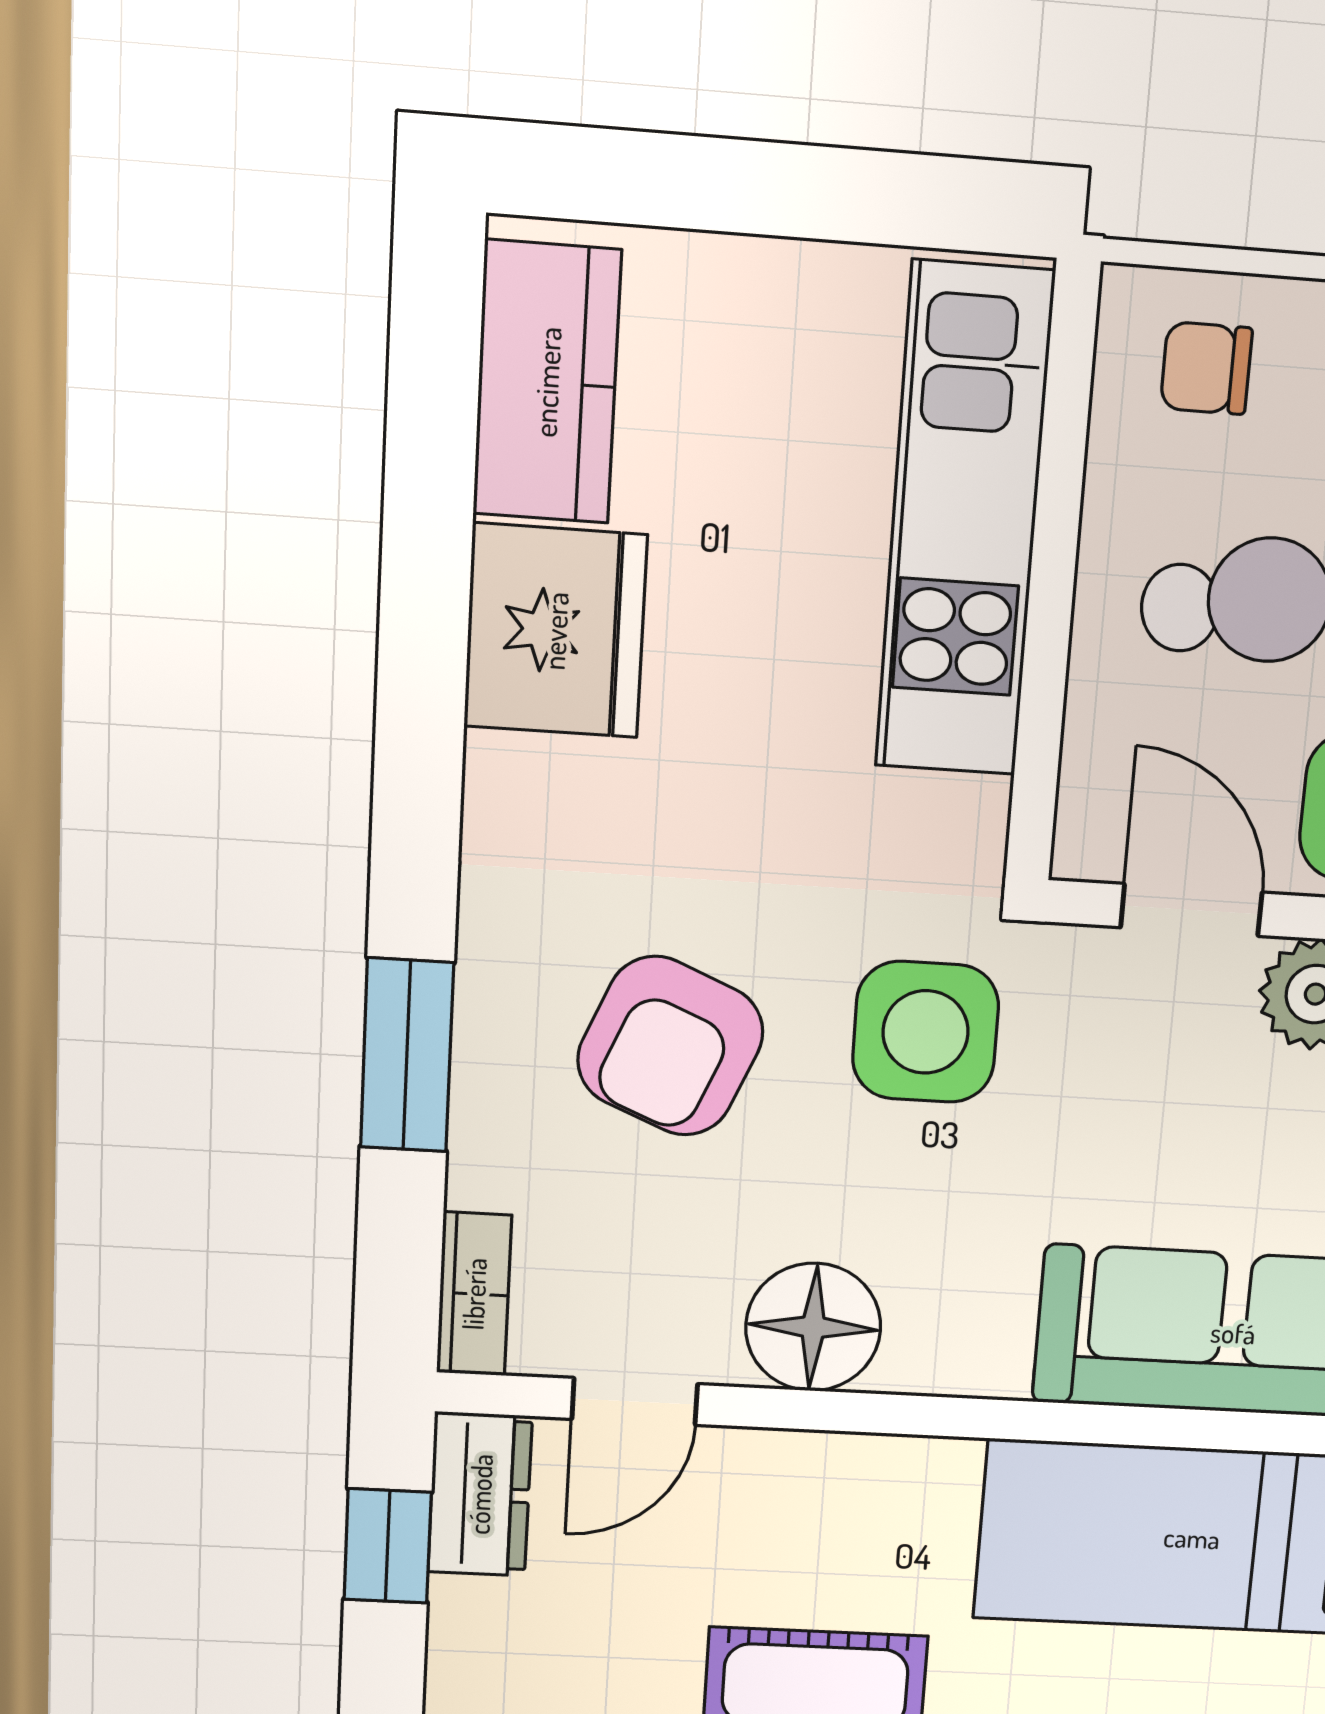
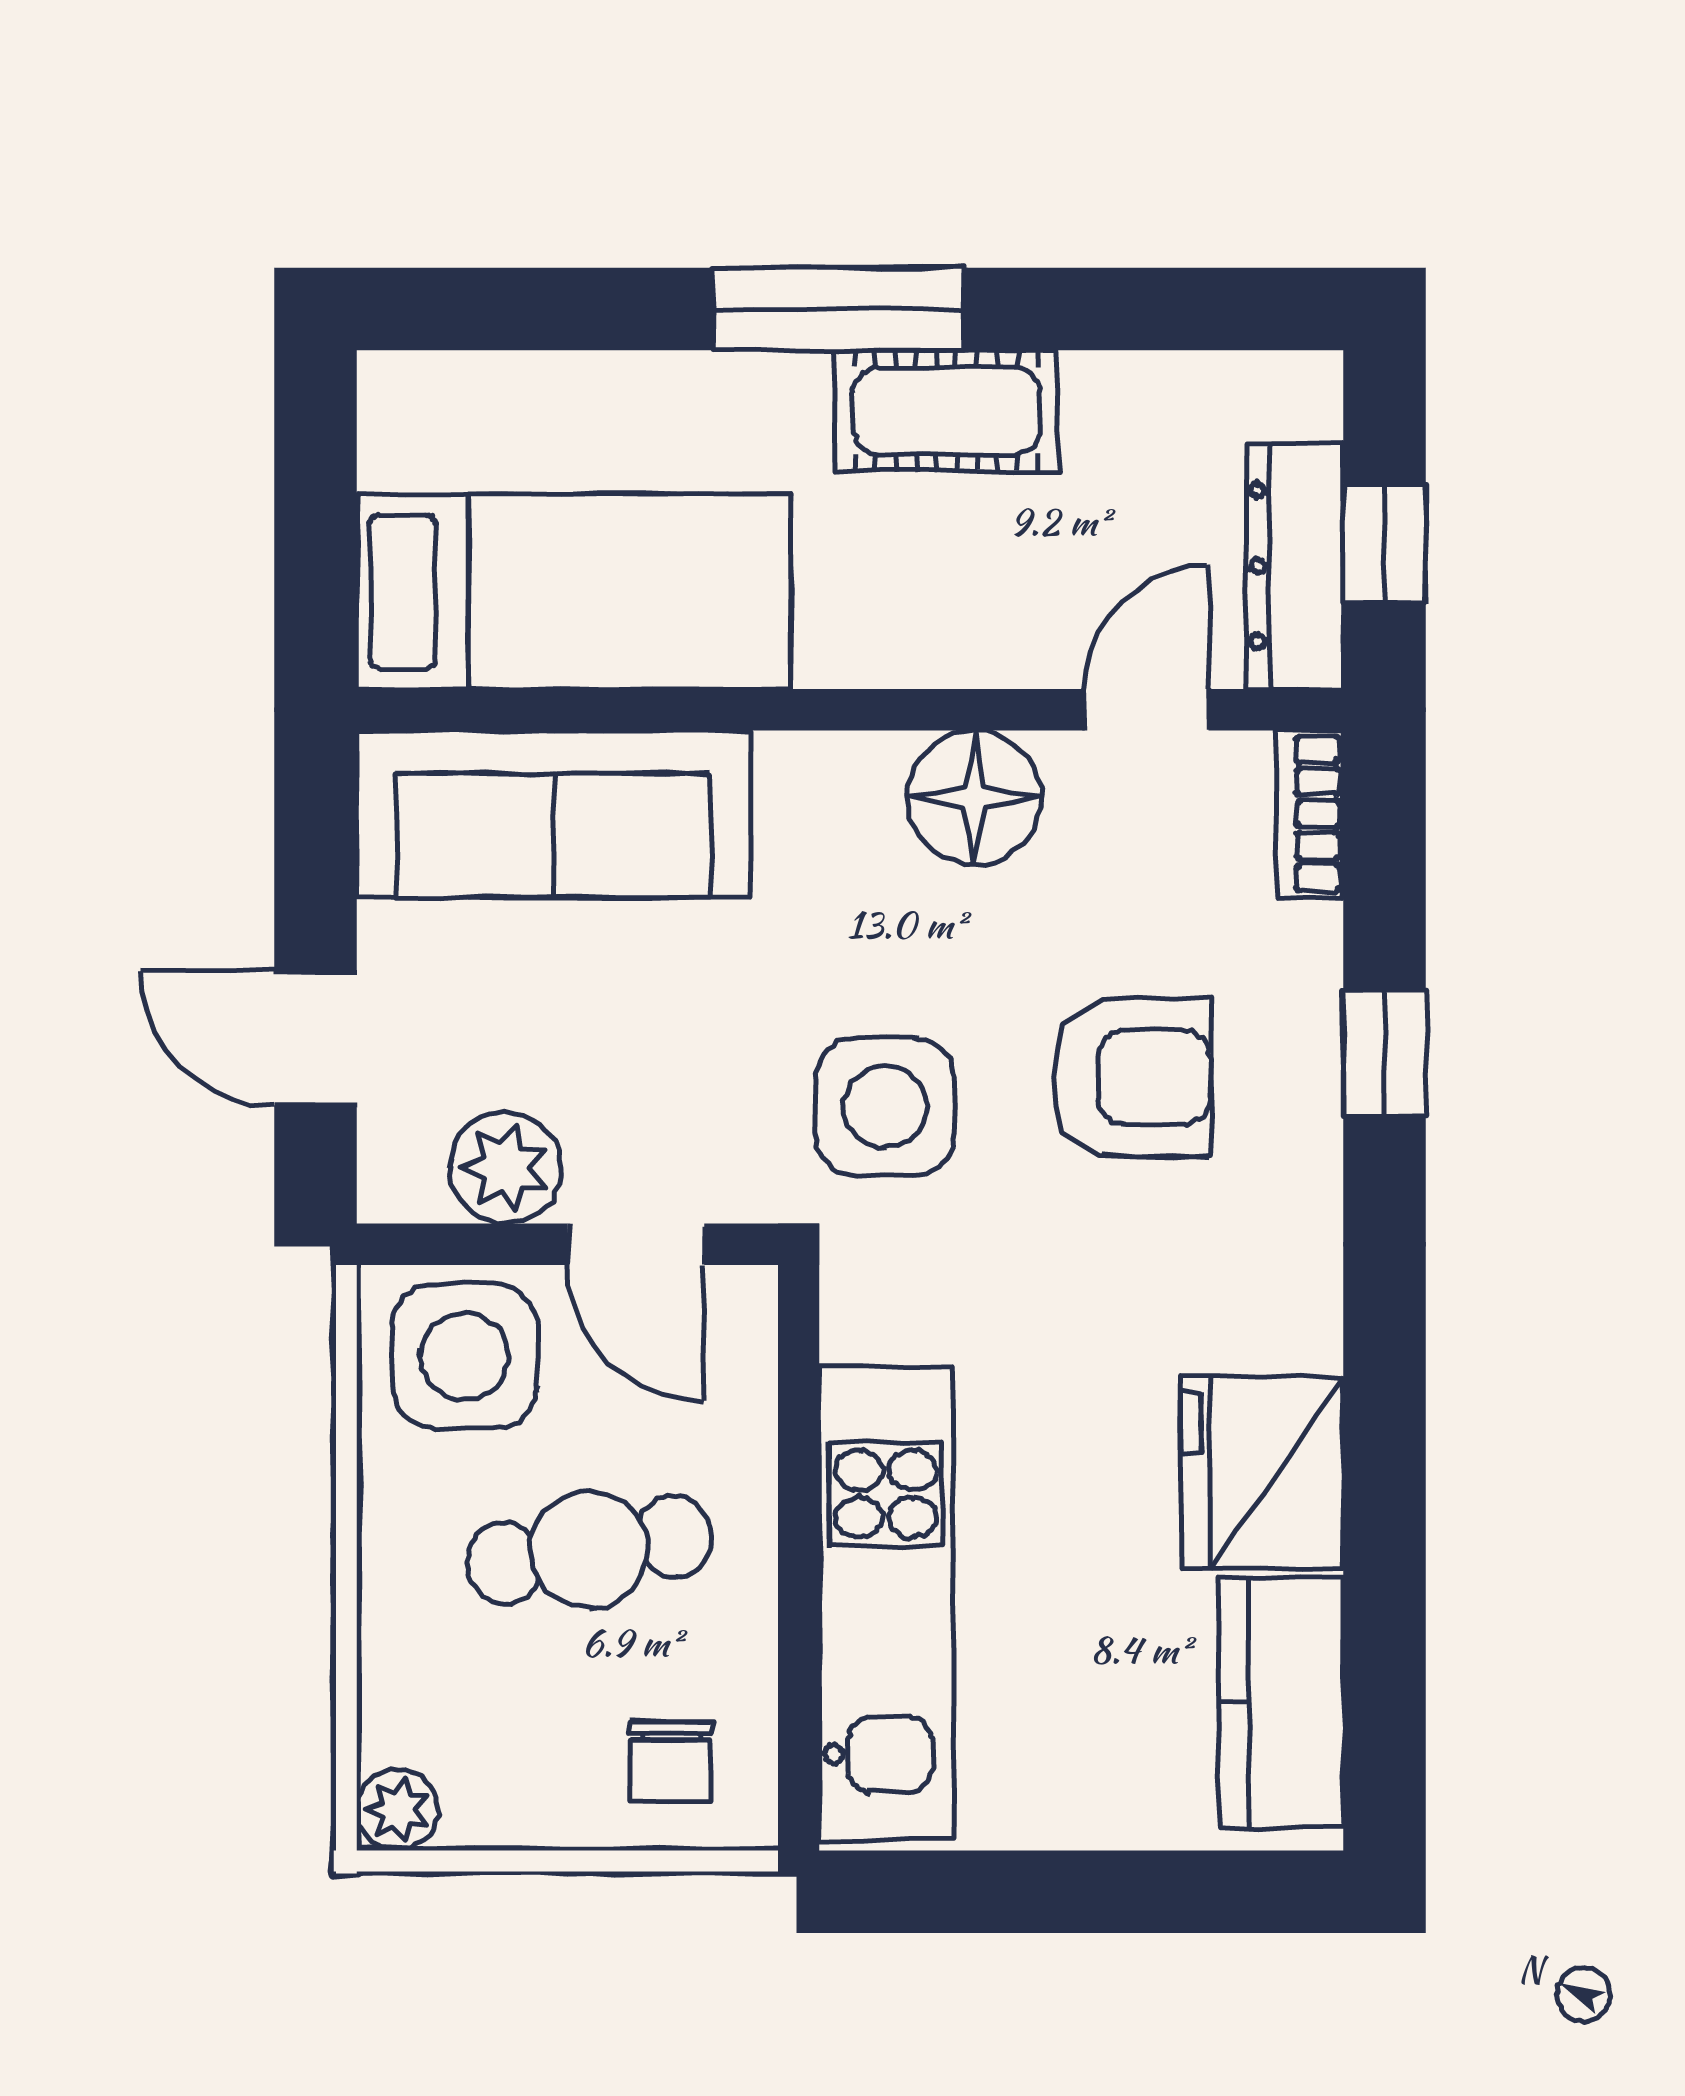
chair: (1206, 368) -> (671, 1761), turned 90
armchair: (670, 1046) -> (1132, 1077), turned 67
window: (407, 1055) -> (1384, 1053), width x0.67
dresser: (480, 1494) -> (1295, 566), width x1.44

